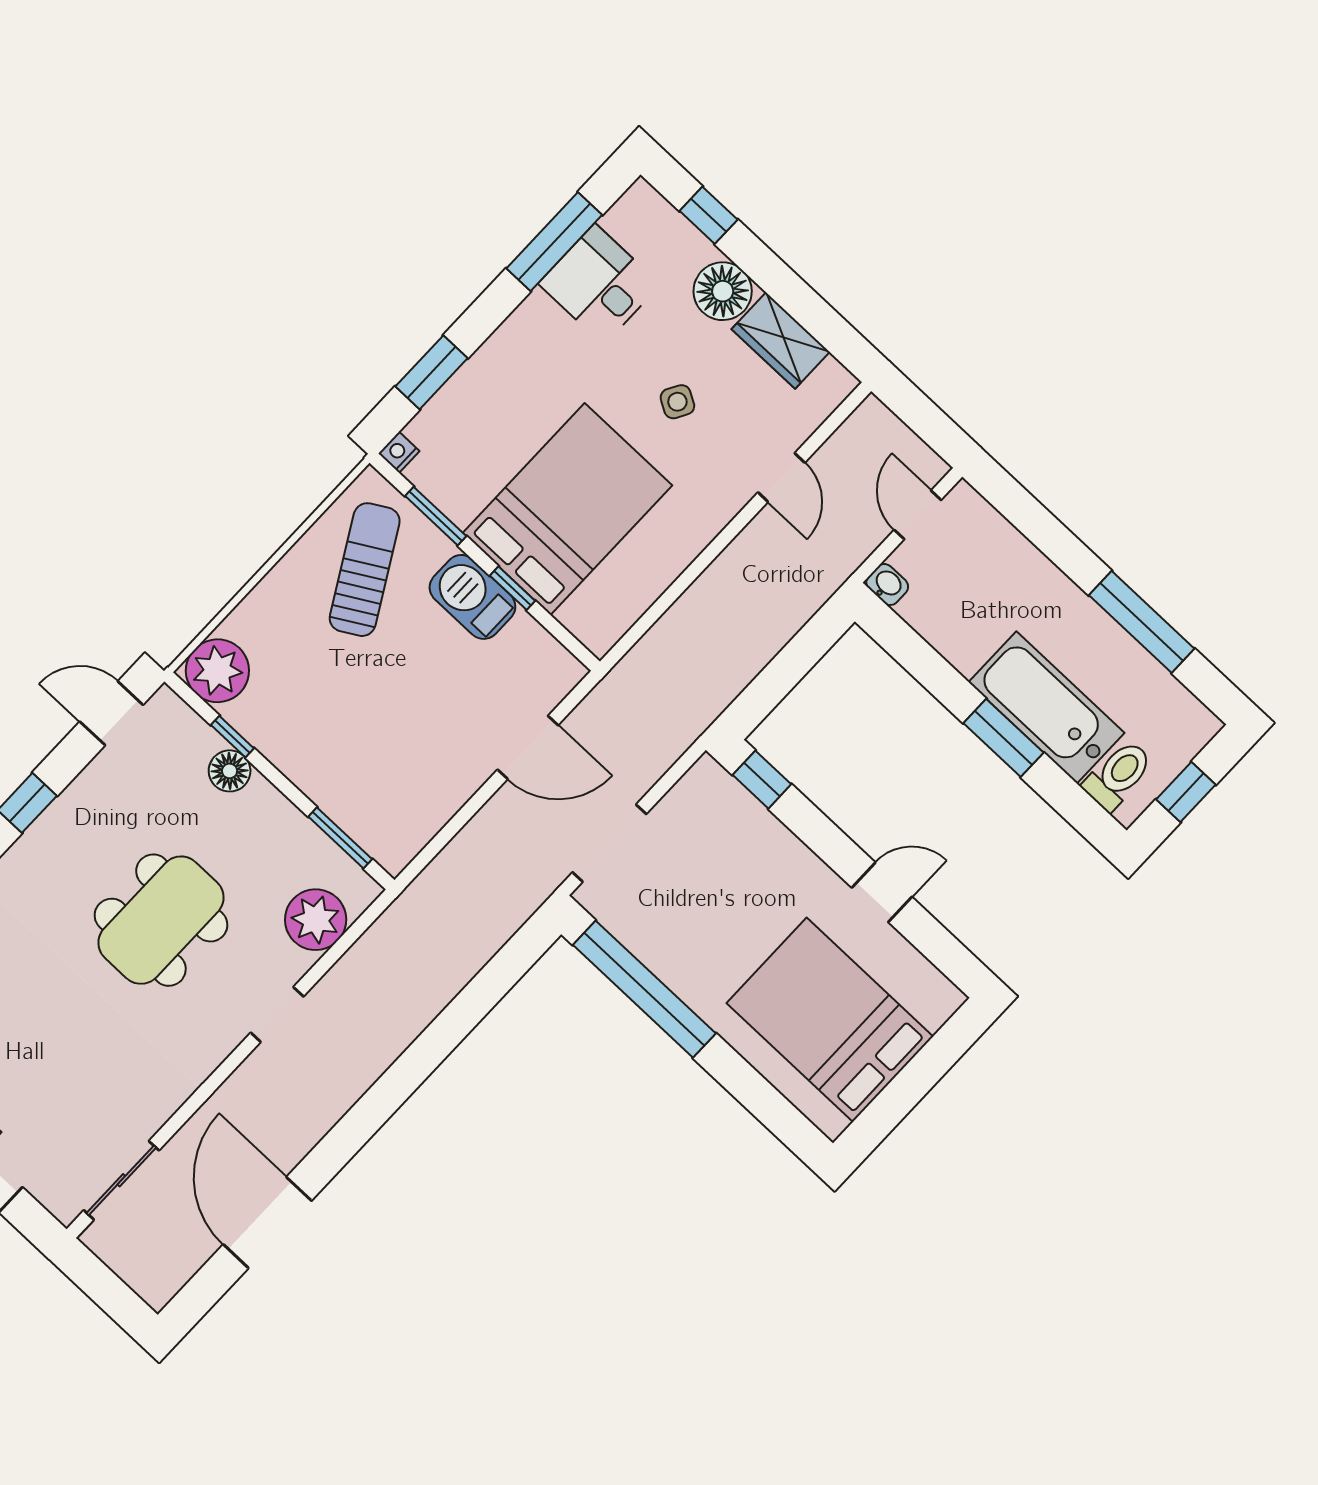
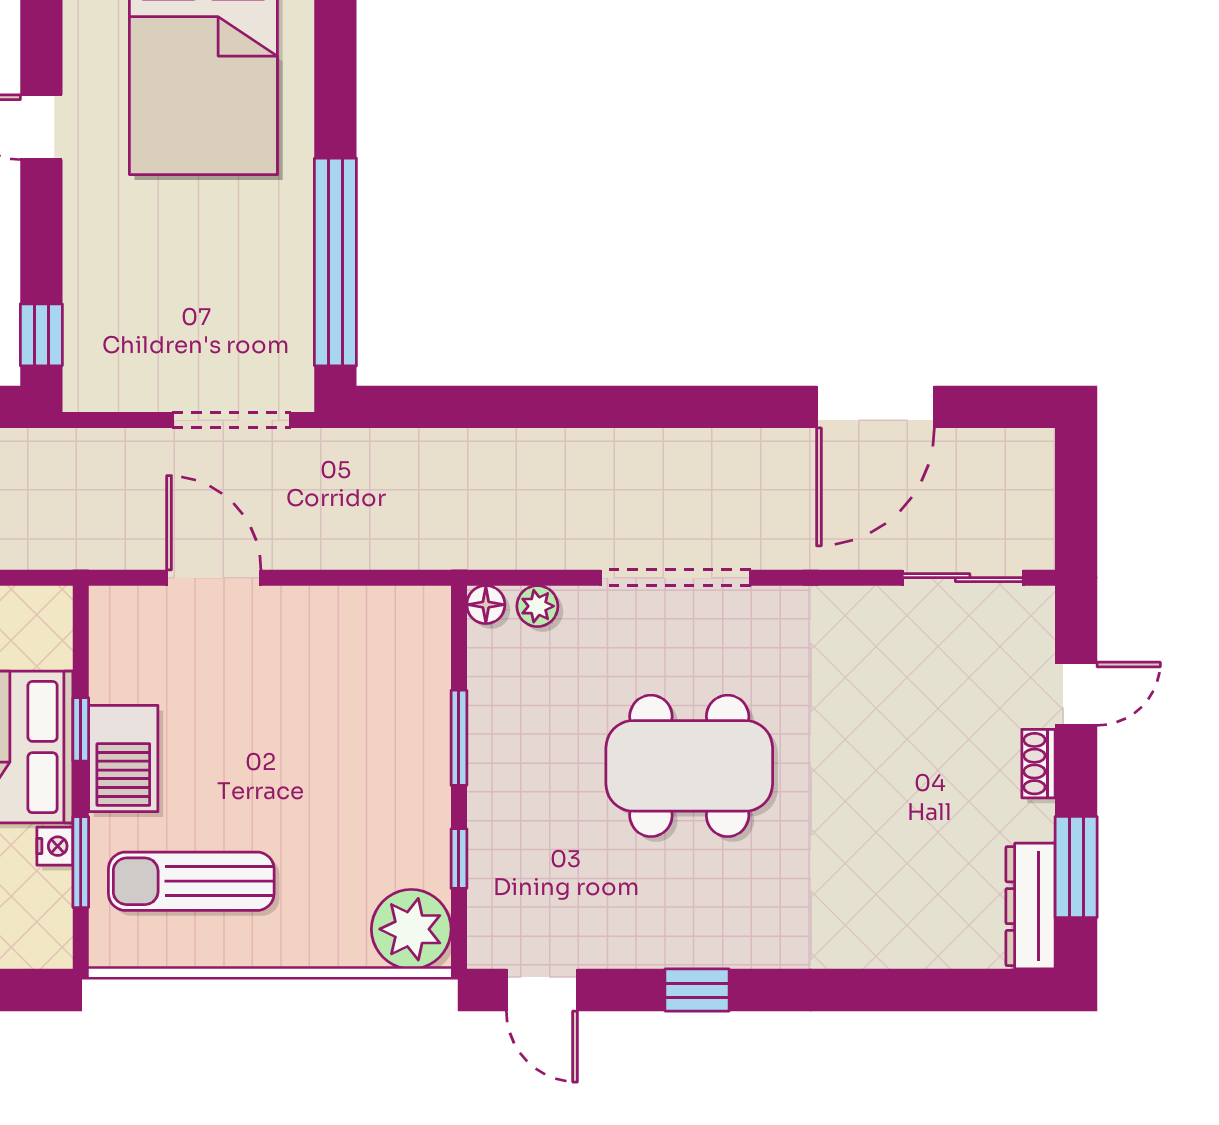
nightstand: (399, 452) -> (55, 846), moved, turned -90
sun lounger: (365, 570) -> (191, 881), turned 30
floor lamp: (230, 771) -> (486, 605), moved, width x0.73, depth x0.73
window: (340, 838) -> (459, 738), moved
plant: (316, 920) -> (537, 606), width x0.53, depth x0.53
doorway: (277, 1015) -> (676, 578), width x1.88

